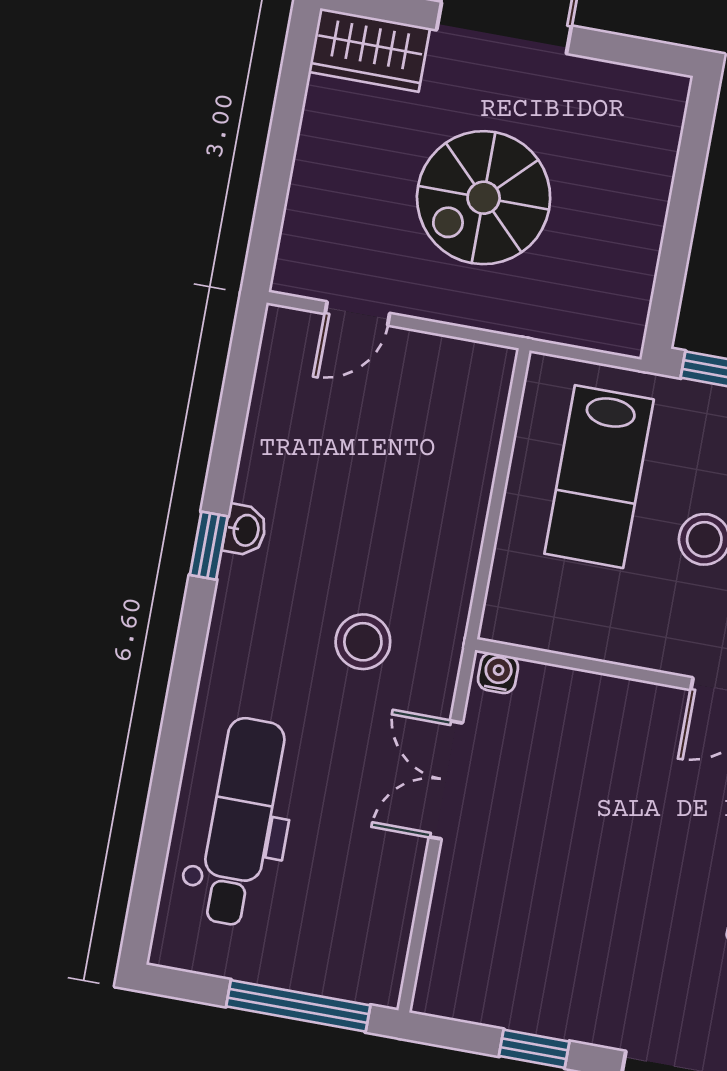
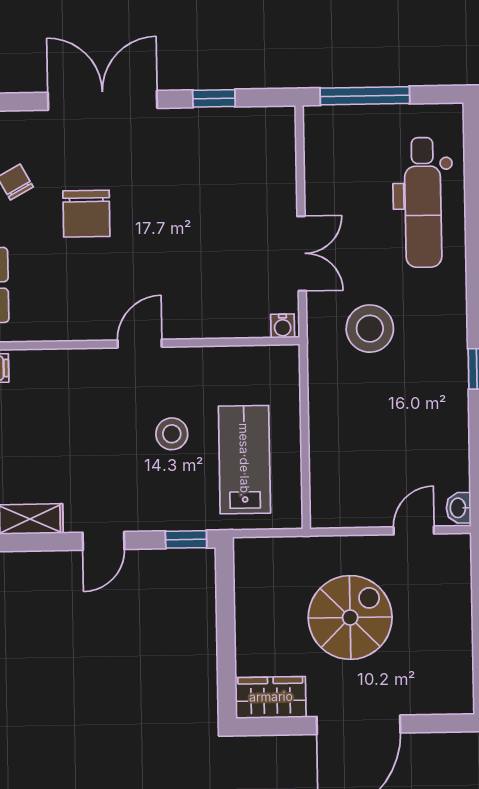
wardrobe: (369, 50) -> (271, 697), moved
washbasin: (245, 530) -> (459, 508), moved
stool: (363, 642) -> (370, 329), width x1.38, depth x1.38

